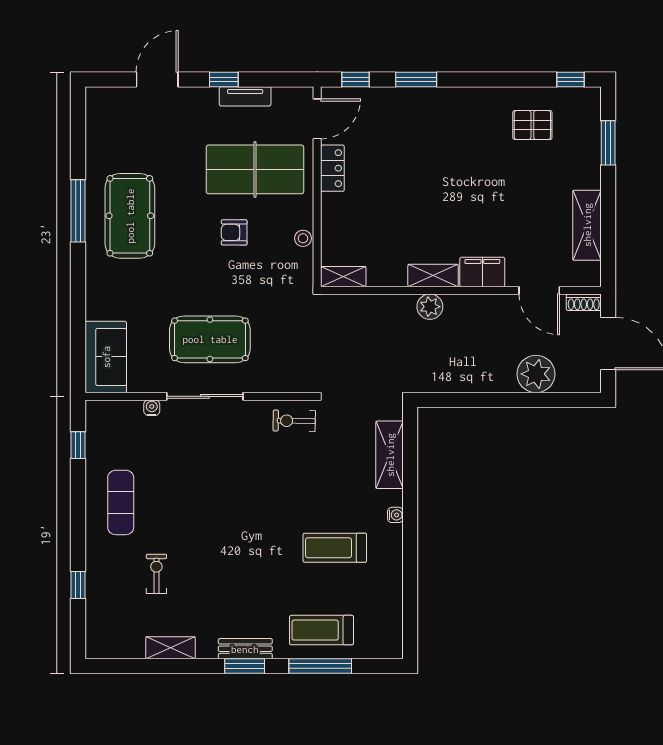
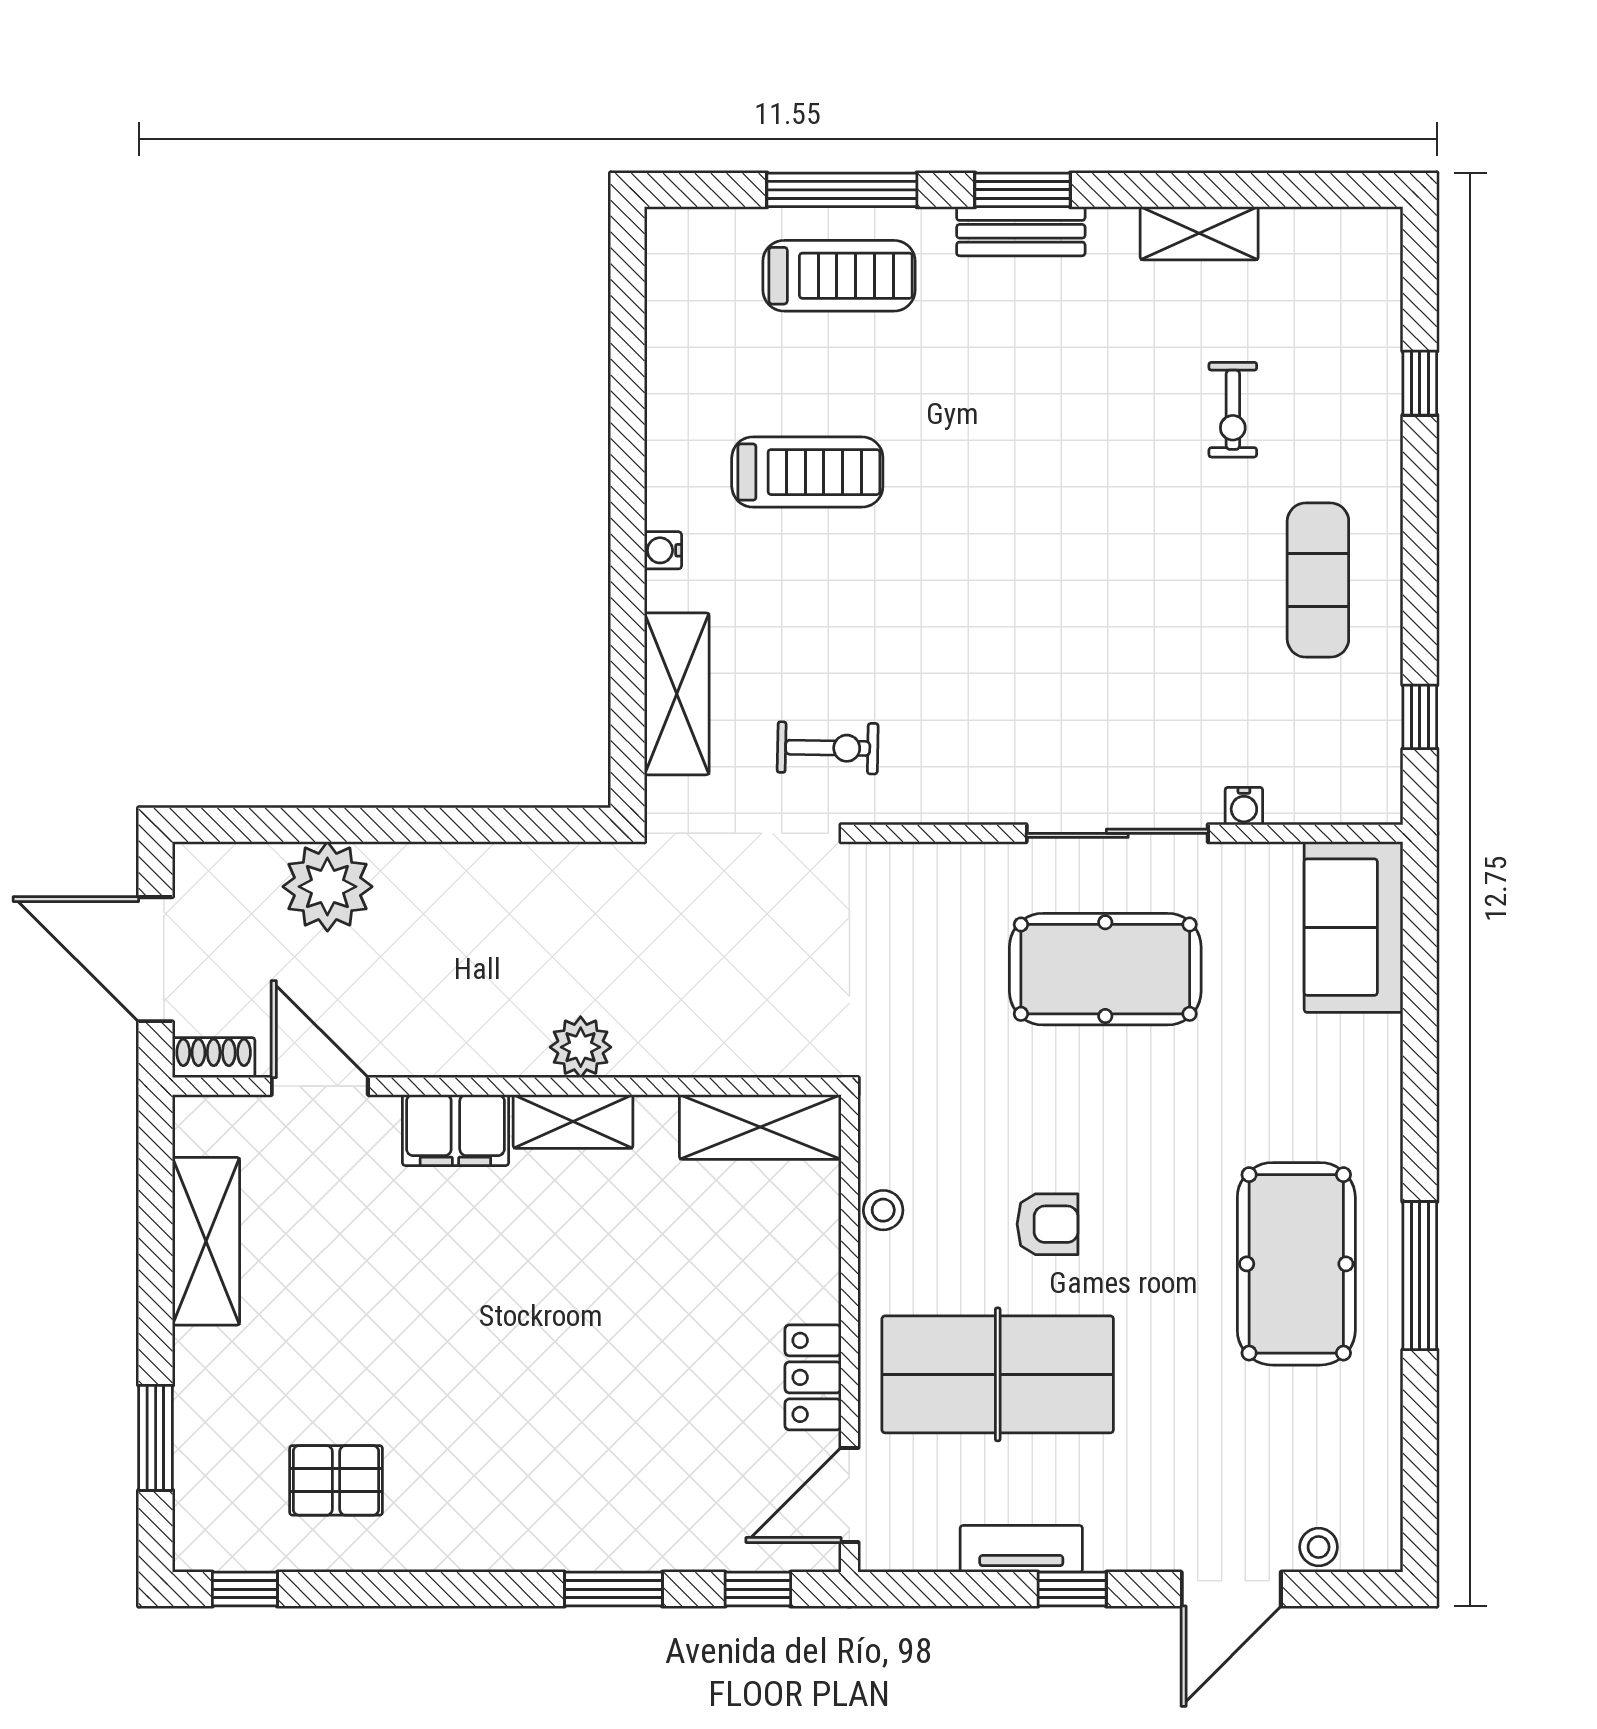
stool: (120, 97) -> (1319, 1547), added
shelving: (343, 277) -> (760, 1127), width x1.50, depth x1.33
exercise bike: (294, 421) -> (828, 748), moved

